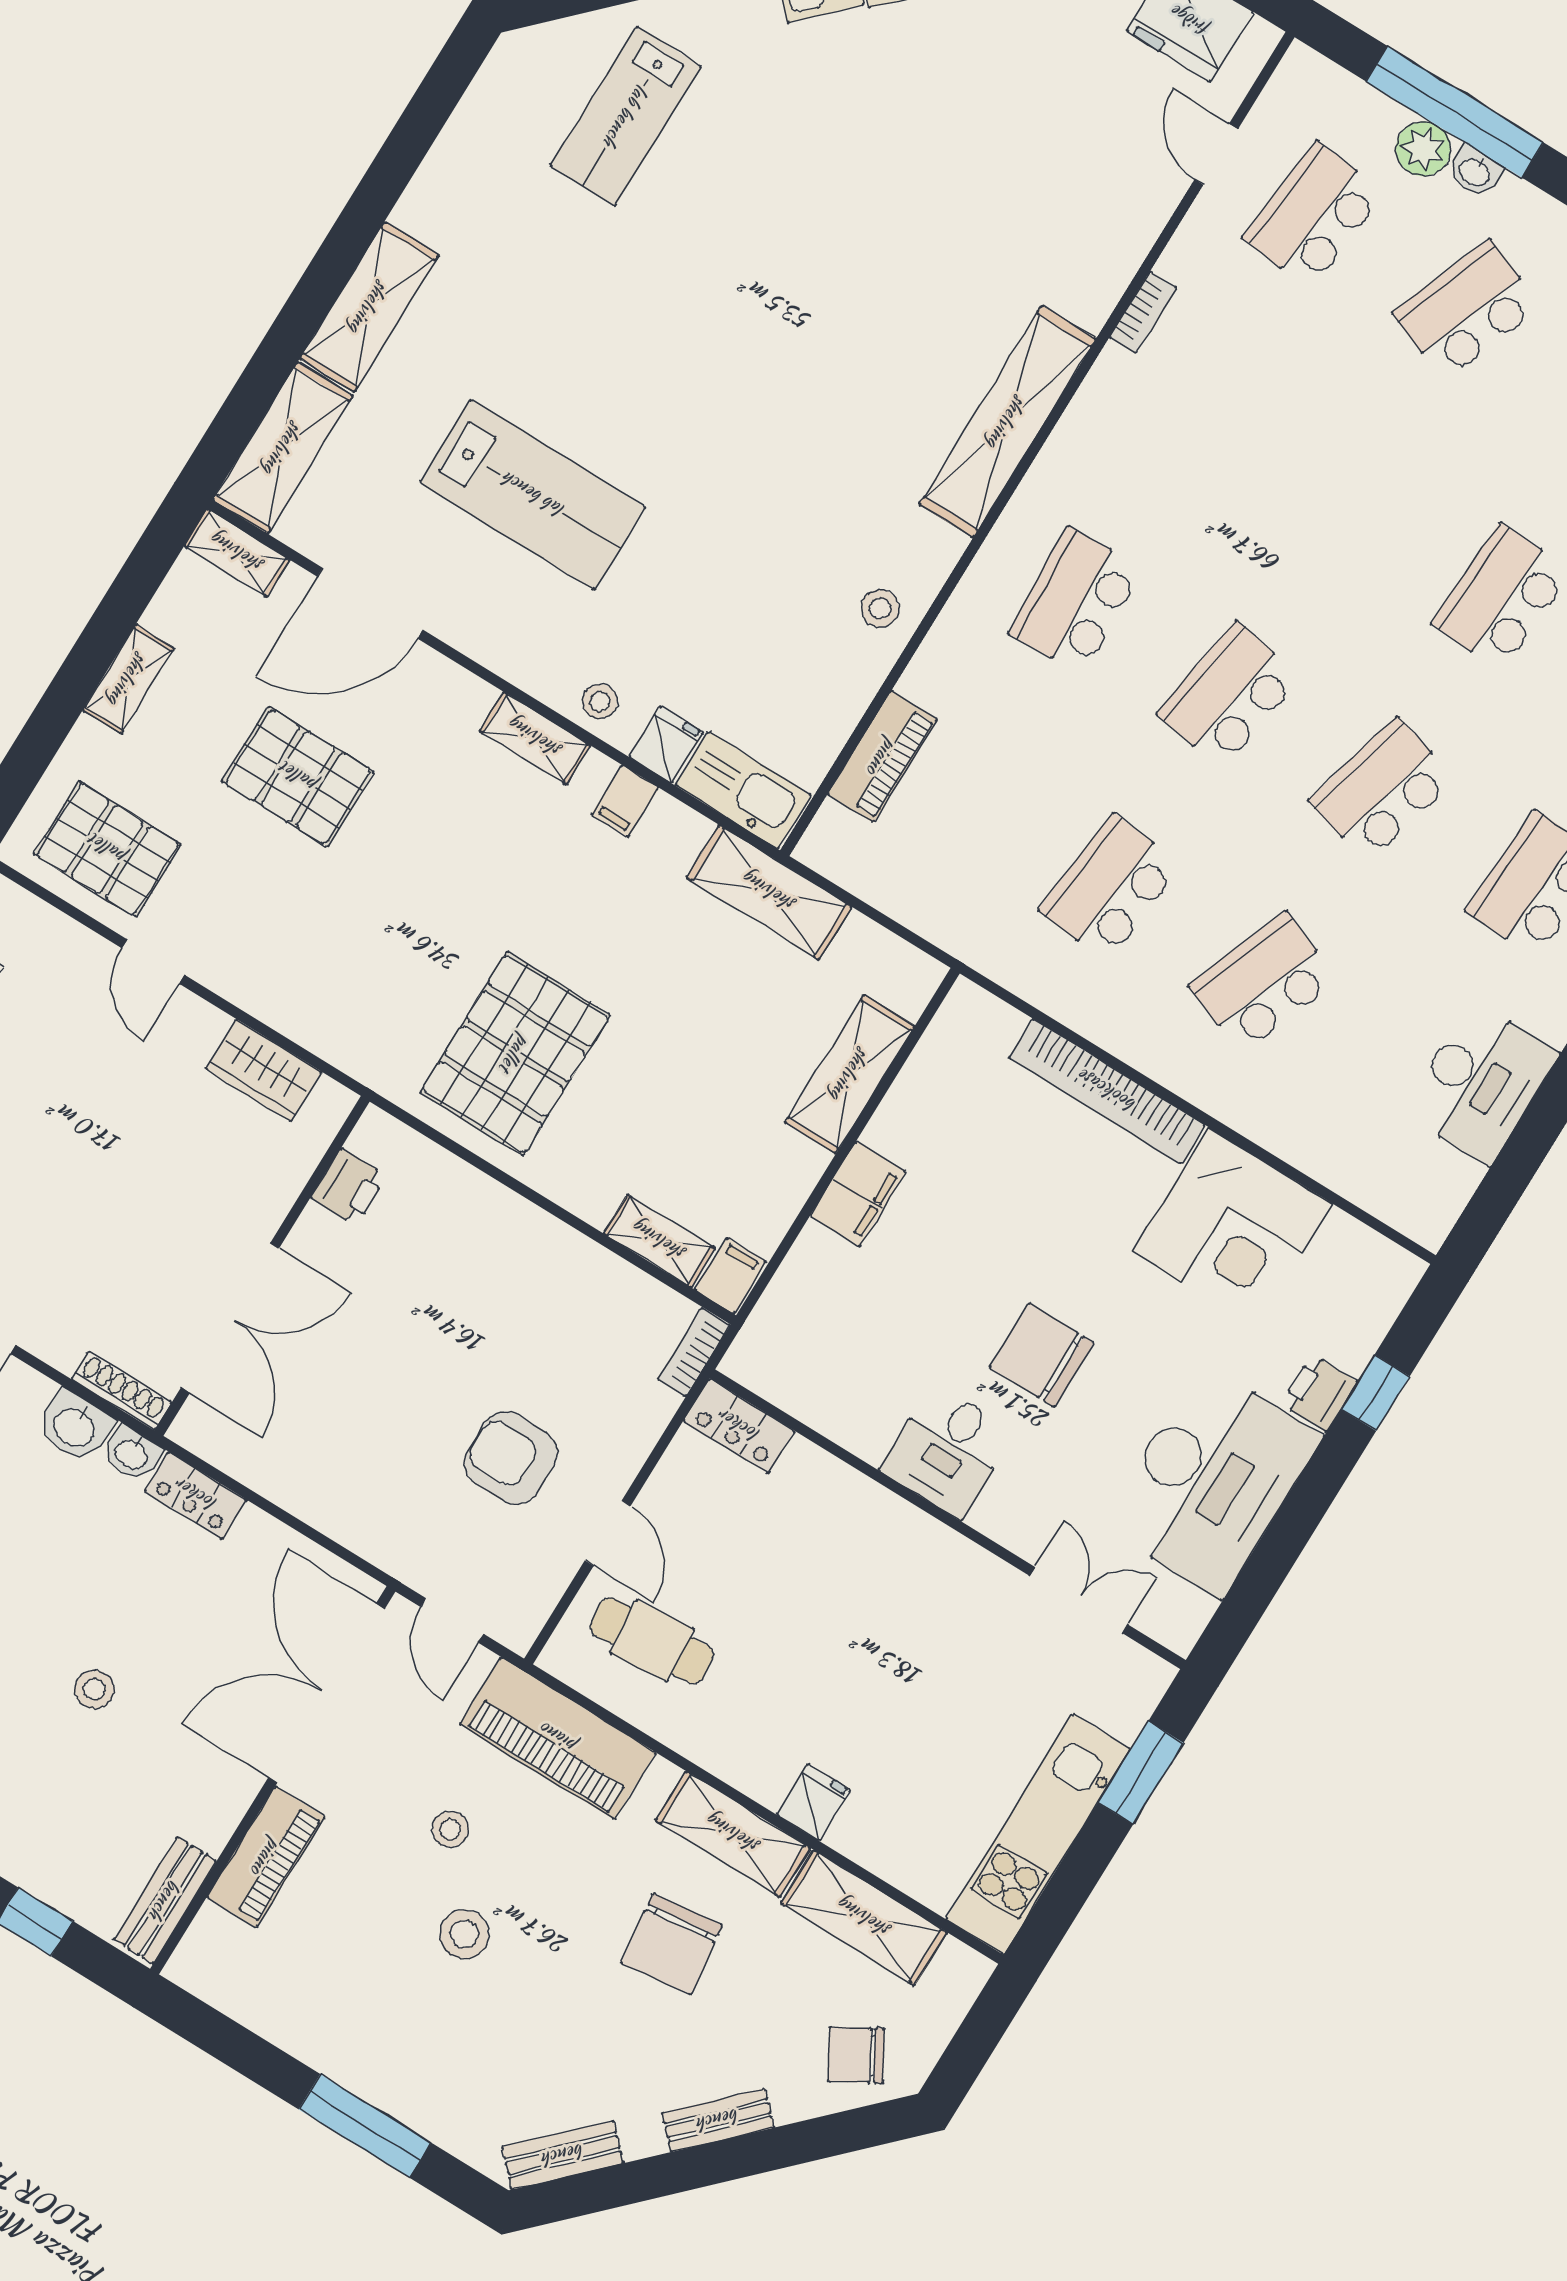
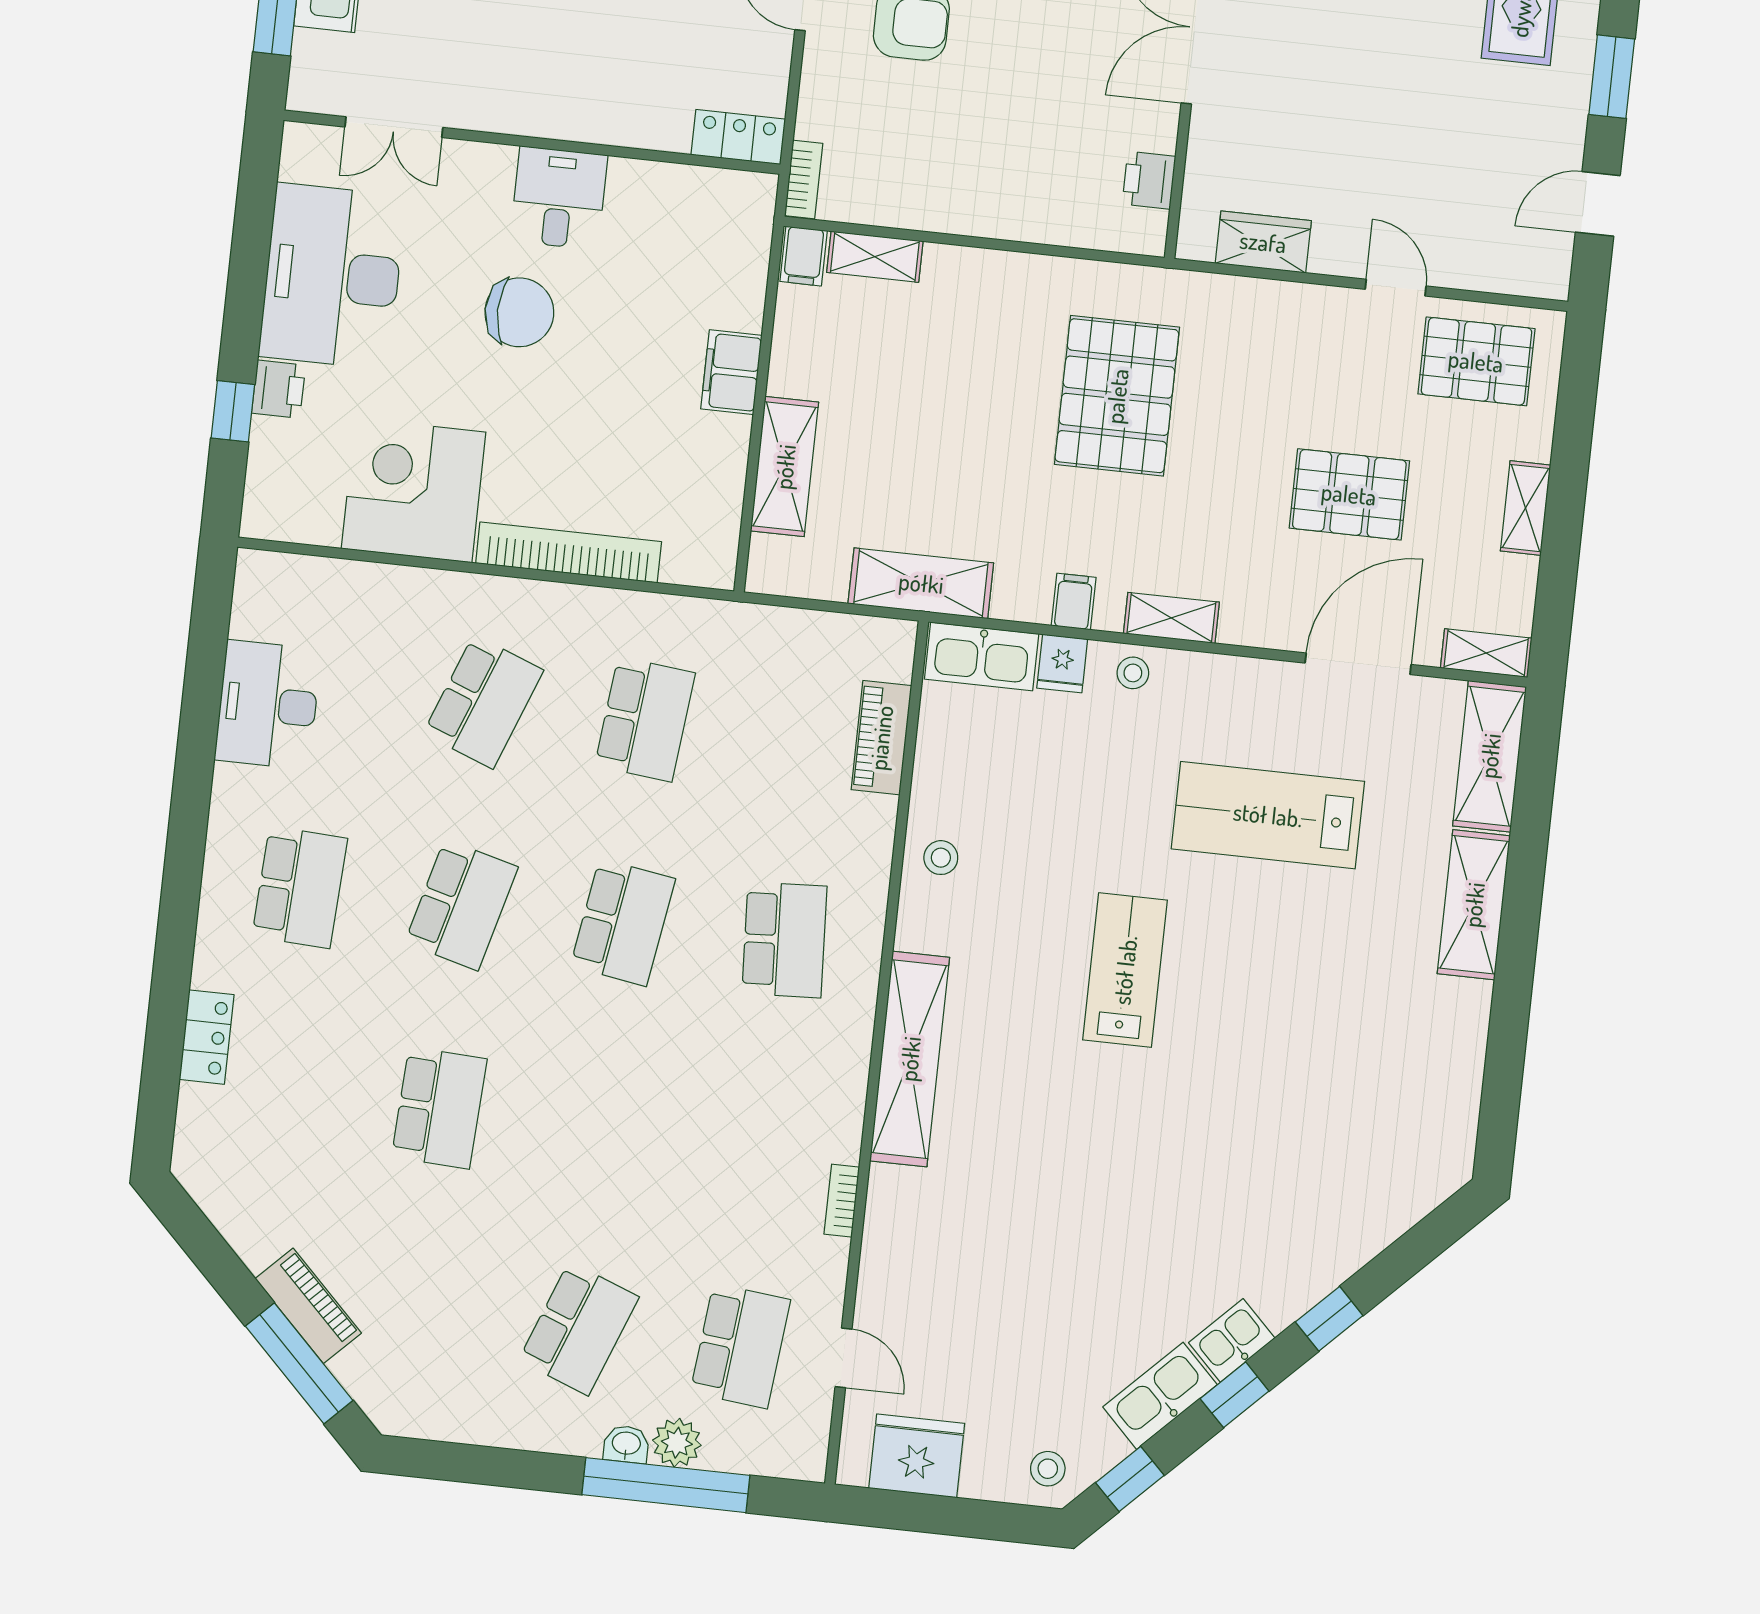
lab bench: (626, 116) -> (1125, 970), moved
pallet: (515, 1054) -> (1117, 396), moved

